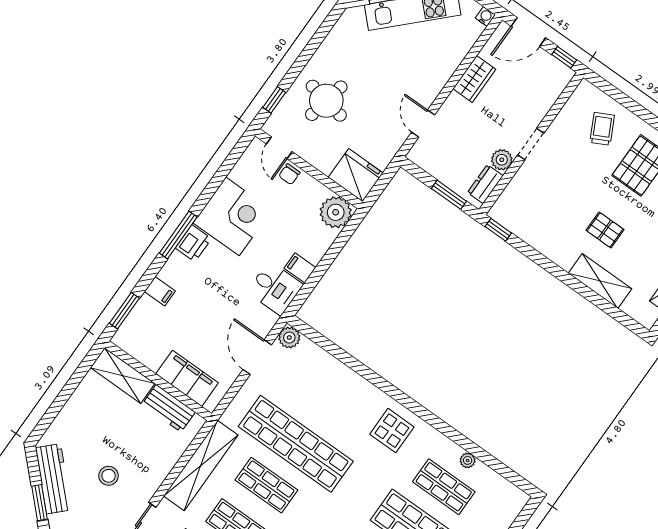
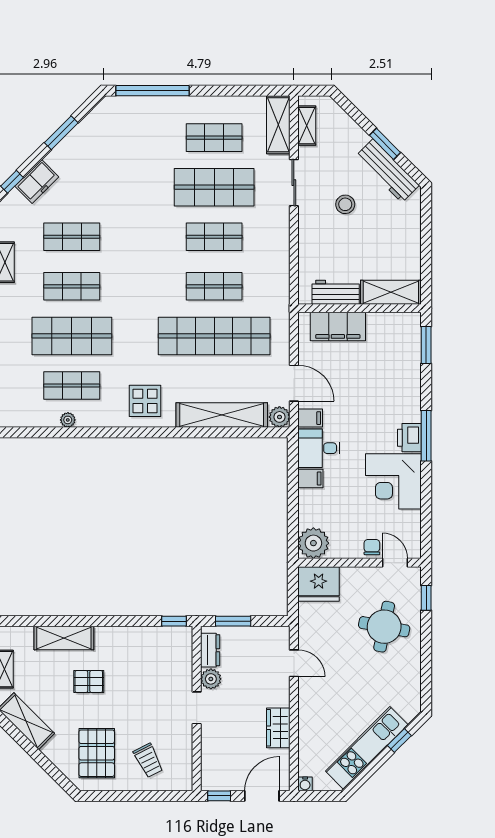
filing cabinet: (160, 291) -> (310, 418), moved, turned 180
shelving: (201, 465) -> (222, 415), moved, turned 90

